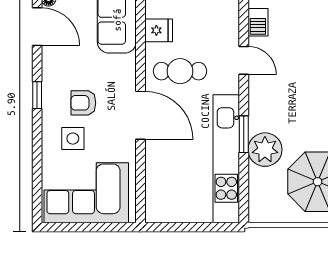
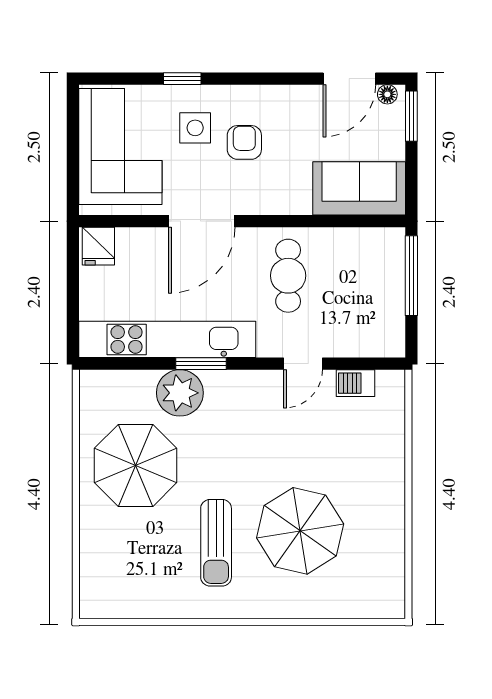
fridge: (159, 30) -> (98, 246), moved
window: (37, 95) -> (182, 79), moved
door: (140, 115) -> (202, 221), moved

